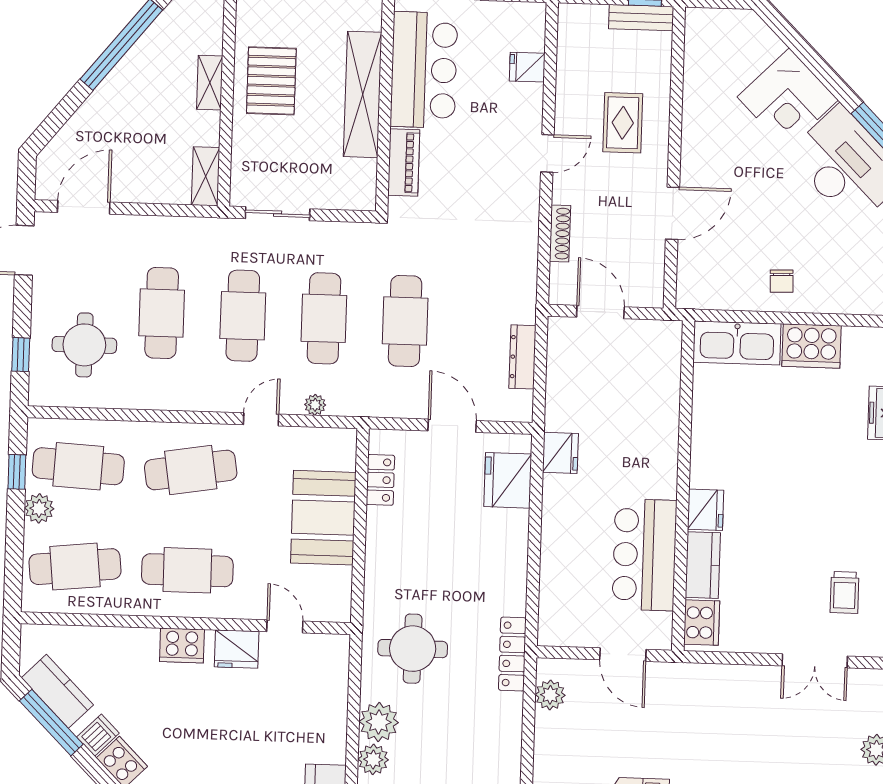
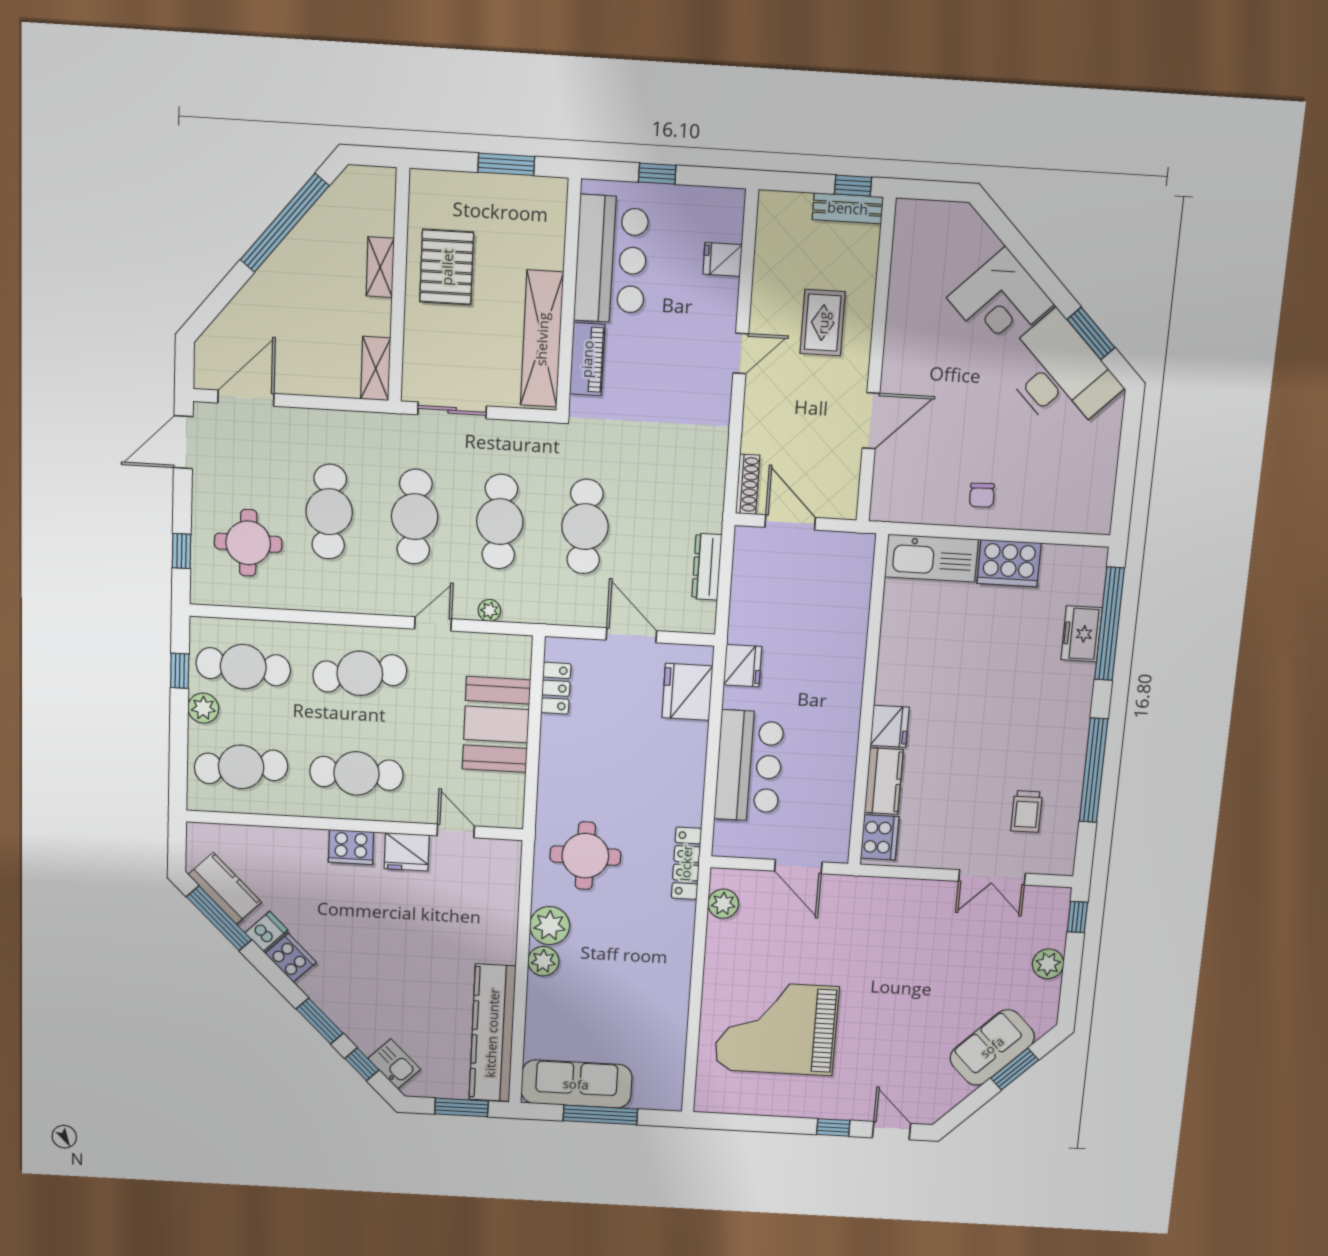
shelving: (363, 94) -> (542, 339), moved
shoe rack: (560, 234) -> (748, 484), moved
bar counter: (645, 555) -> (749, 766), moved, turned 180

